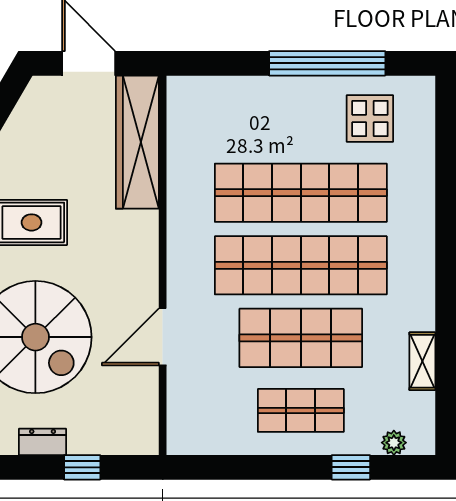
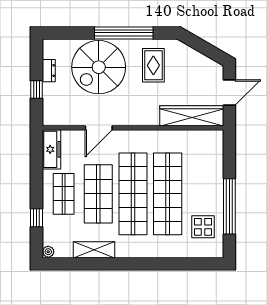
door: (163, 337) -> (99, 128), swing flipped
shelving: (422, 361) -> (94, 250), width x1.50, depth x1.33
freezer: (208, 436) -> (52, 149), added
plant: (394, 443) -> (48, 252), moved

